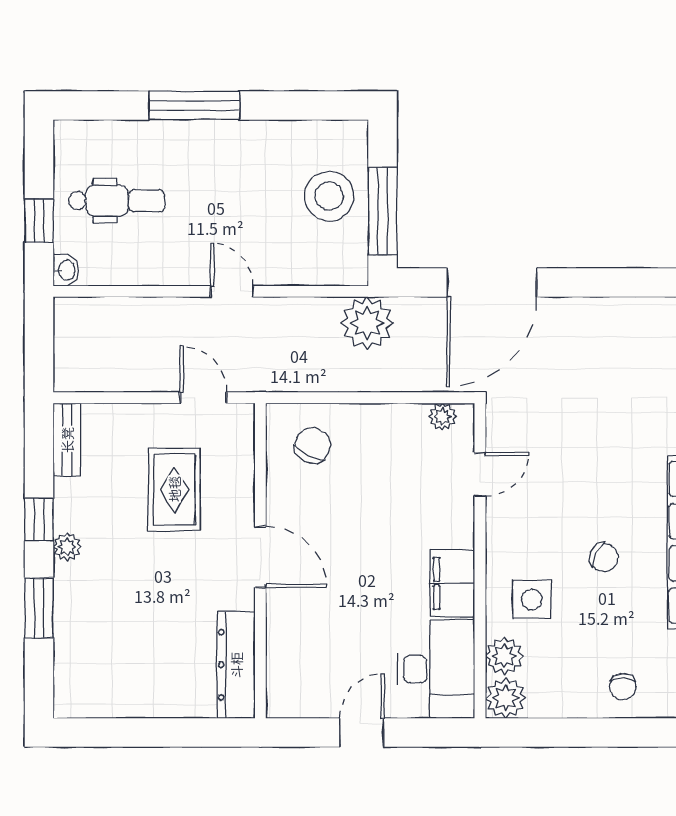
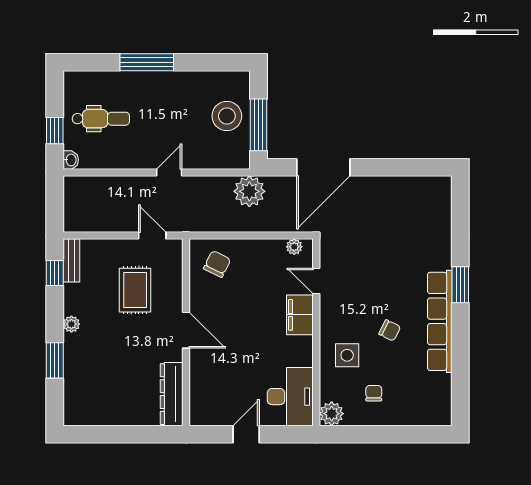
door: (232, 291) -> (169, 173), hinge flipped
door: (480, 474) -> (316, 281), swing flipped
window: (39, 519) -> (55, 273), moved
filing cabinet: (452, 583) -> (300, 315), moved
plant: (504, 656) -> (331, 389), removed
chair: (623, 687) -> (374, 393), moved, turned 180

